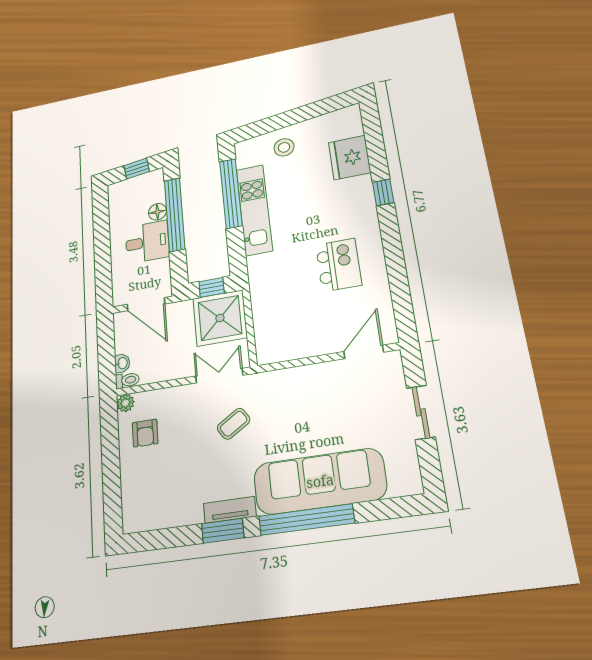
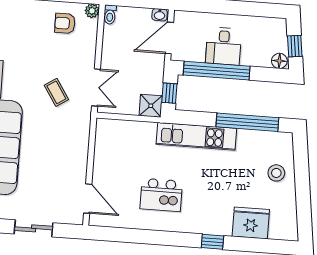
kitchen unit: (254, 210) -> (196, 136), moved
floor lamp: (157, 212) -> (279, 61), moved
window: (175, 215) -> (217, 71), moved
shower: (220, 318) -> (151, 106), width x0.54, depth x0.54
washbasin: (122, 363) -> (160, 15), moved

